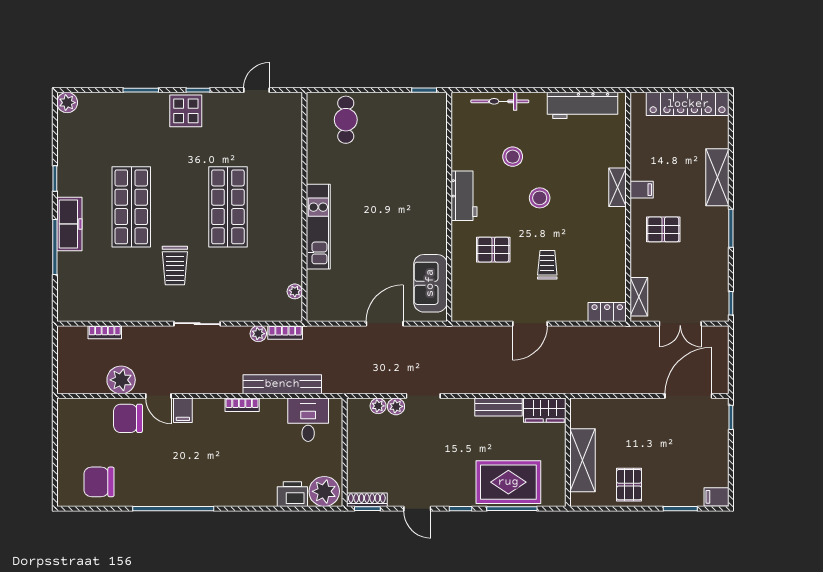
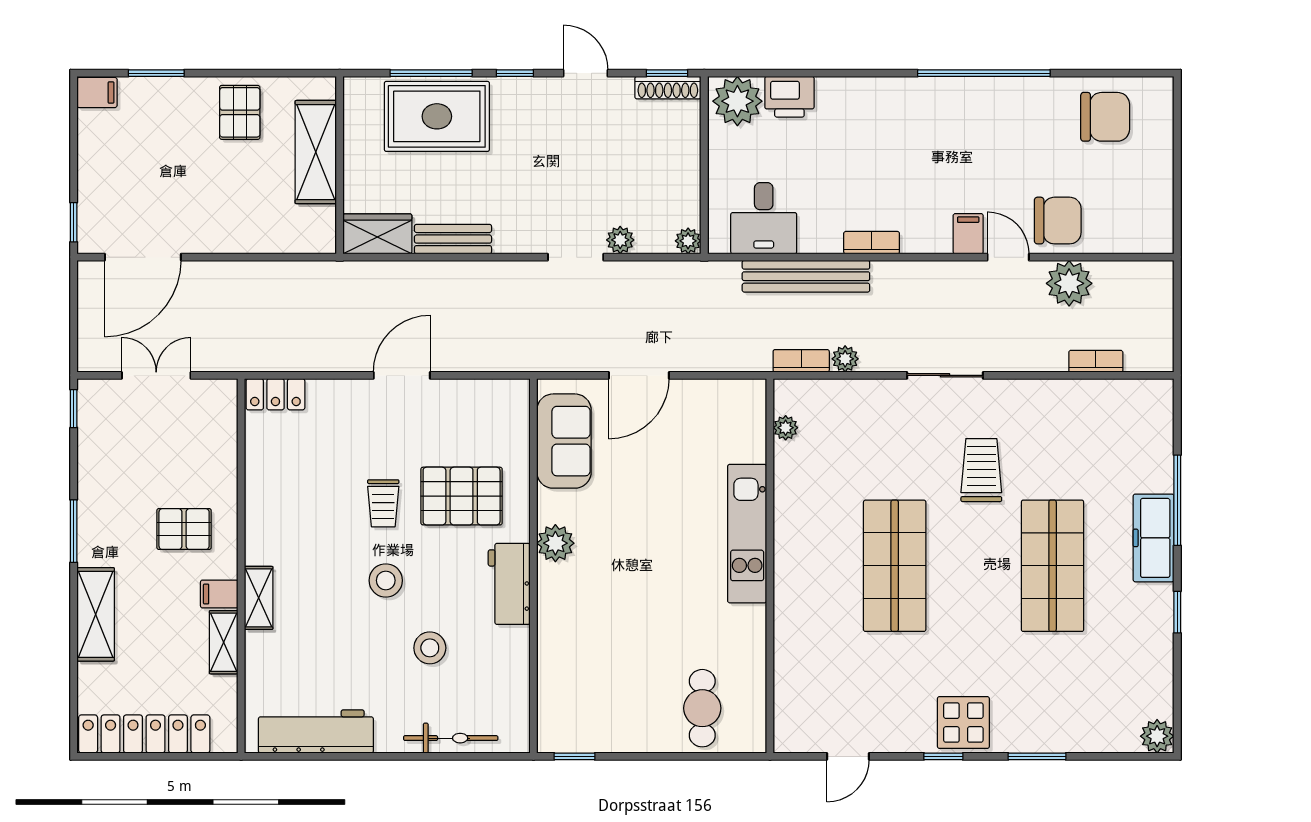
plant: (436, 221) -> (555, 543), added
pallet: (493, 250) -> (462, 496), width x1.50, depth x1.42
trolley: (547, 265) -> (383, 503), moved
shelving: (639, 297) -> (224, 642), moved
plant: (378, 406) -> (688, 241), moved

